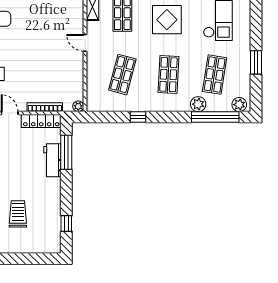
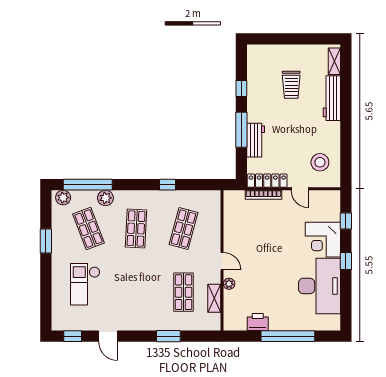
display table: (167, 20) -> (138, 285), removed
shop shelf: (215, 75) -> (89, 228), turned -30
plant: (78, 106) -> (229, 284), moved
window: (66, 152) -> (241, 130), moved
window: (66, 224) -> (241, 89), moved

